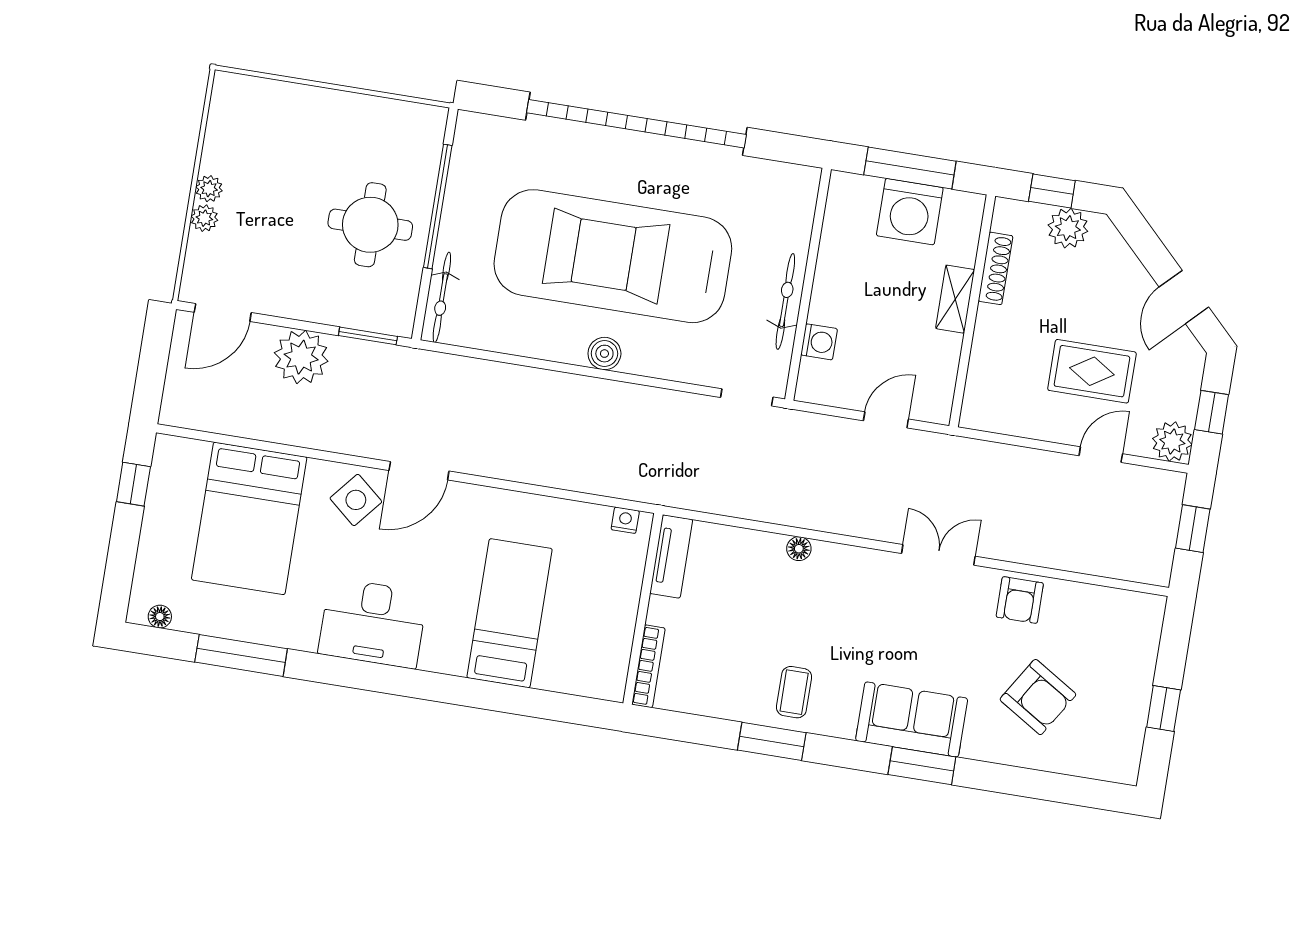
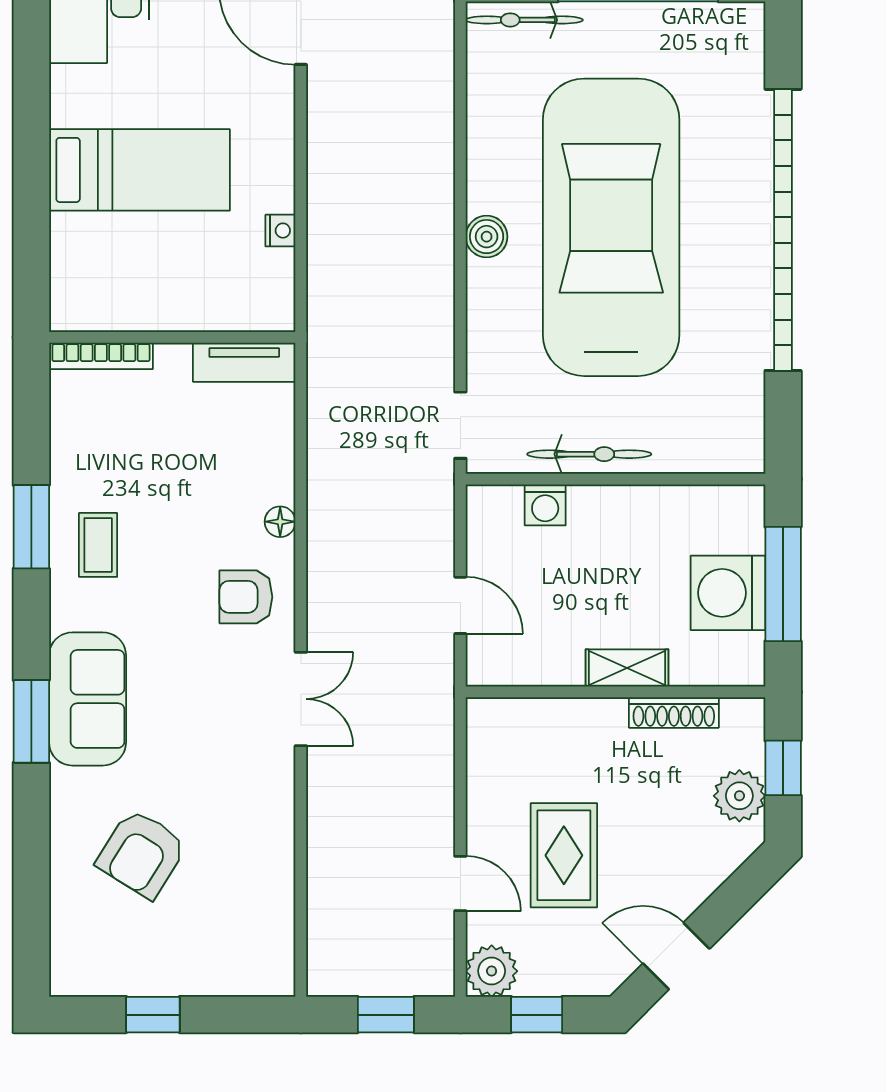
nightstand: (625, 520) -> (280, 231), moved
armchair: (1020, 600) -> (246, 597), moved
coffee table: (794, 692) -> (98, 545), turned 90

